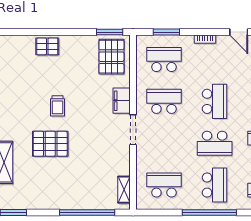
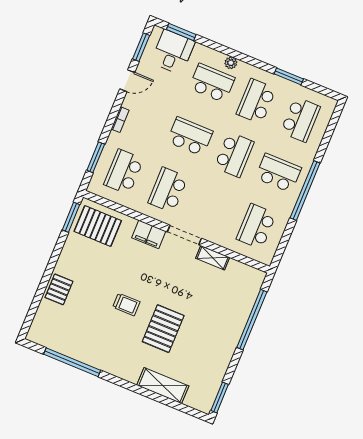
shelving: (124, 190) -> (213, 258), moved

